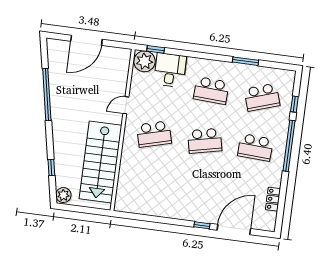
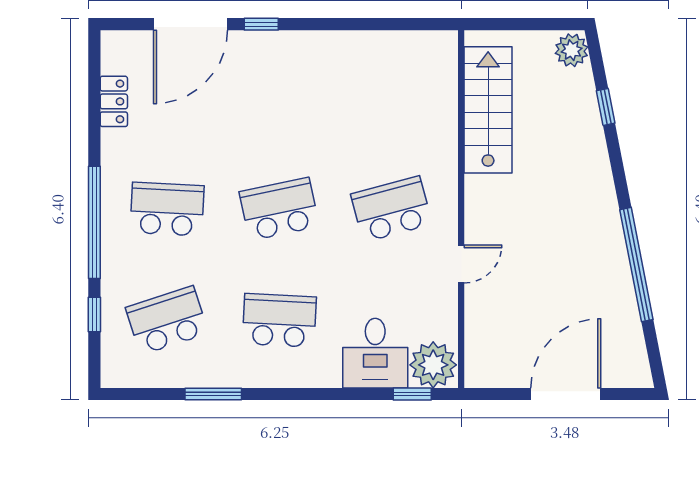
stairs: (101, 162) -> (488, 110), width x0.73, depth x0.66

